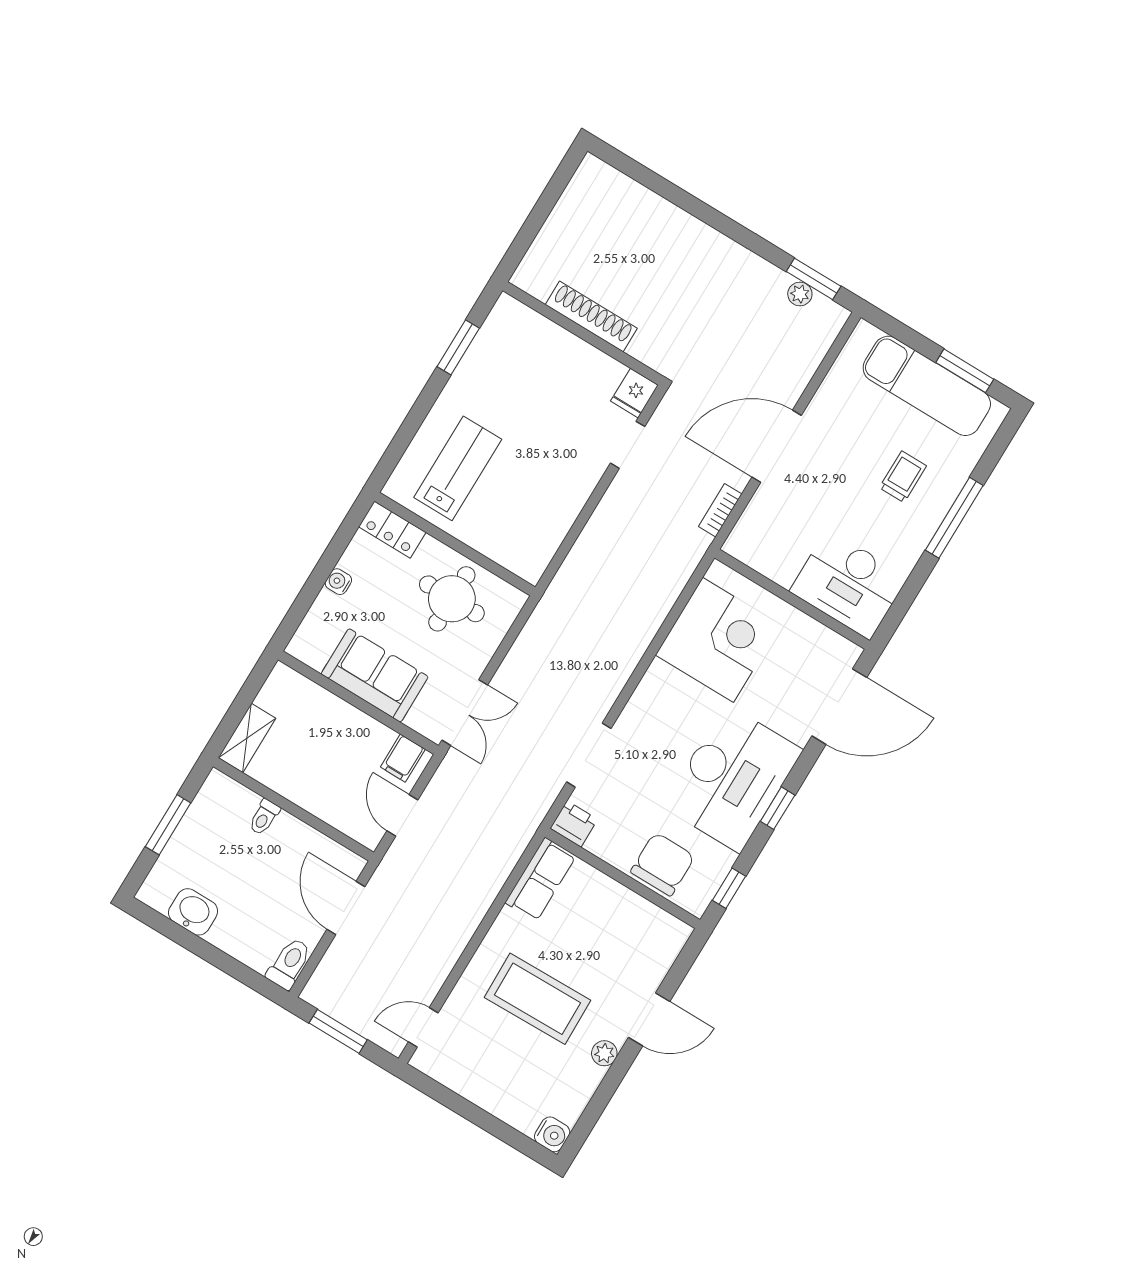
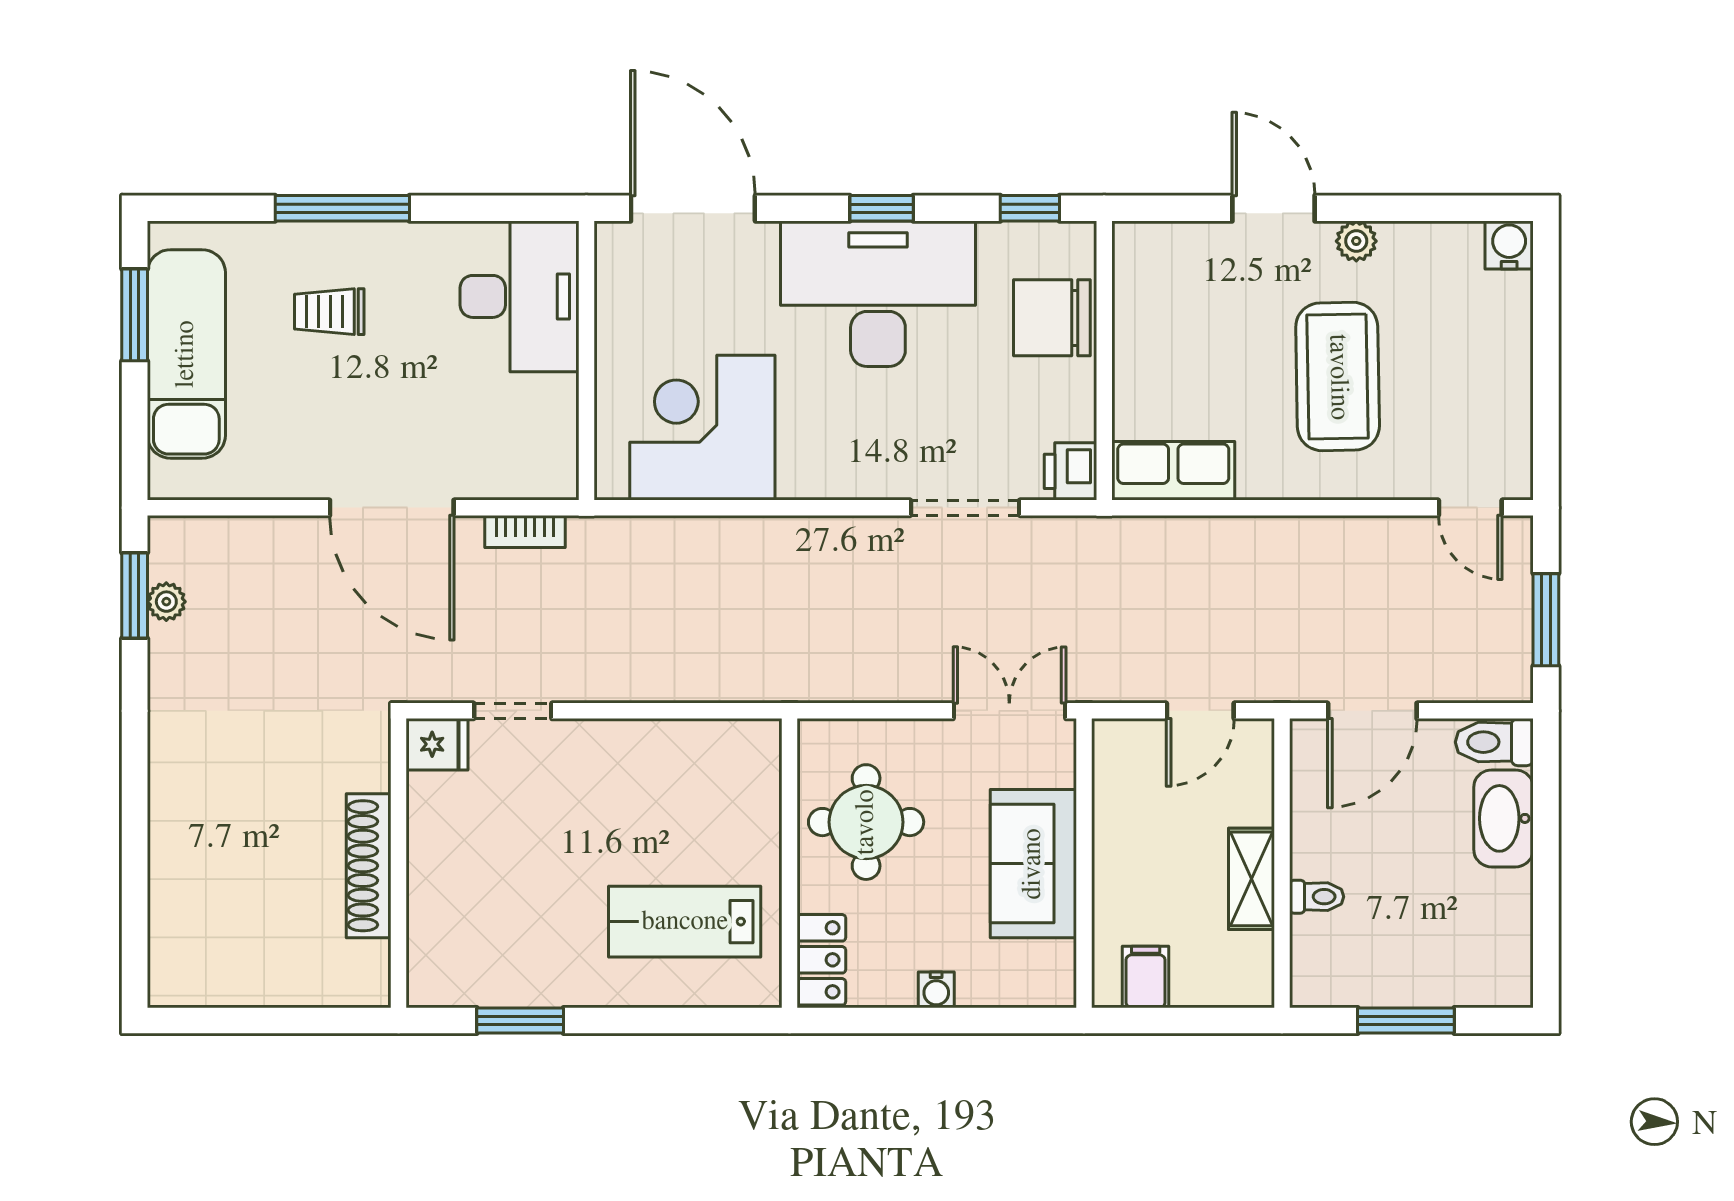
shelving: (247, 738) -> (1251, 879), moved, turned 90
filing cabinet: (403, 758) -> (1146, 977), moved, turned -90
washbasin: (193, 912) -> (1503, 818), moved, width x1.38

